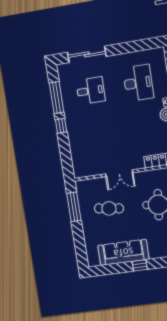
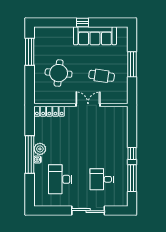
sliding door: (87, 54) -> (88, 211), moved
window: (74, 207) -> (132, 64), moved

